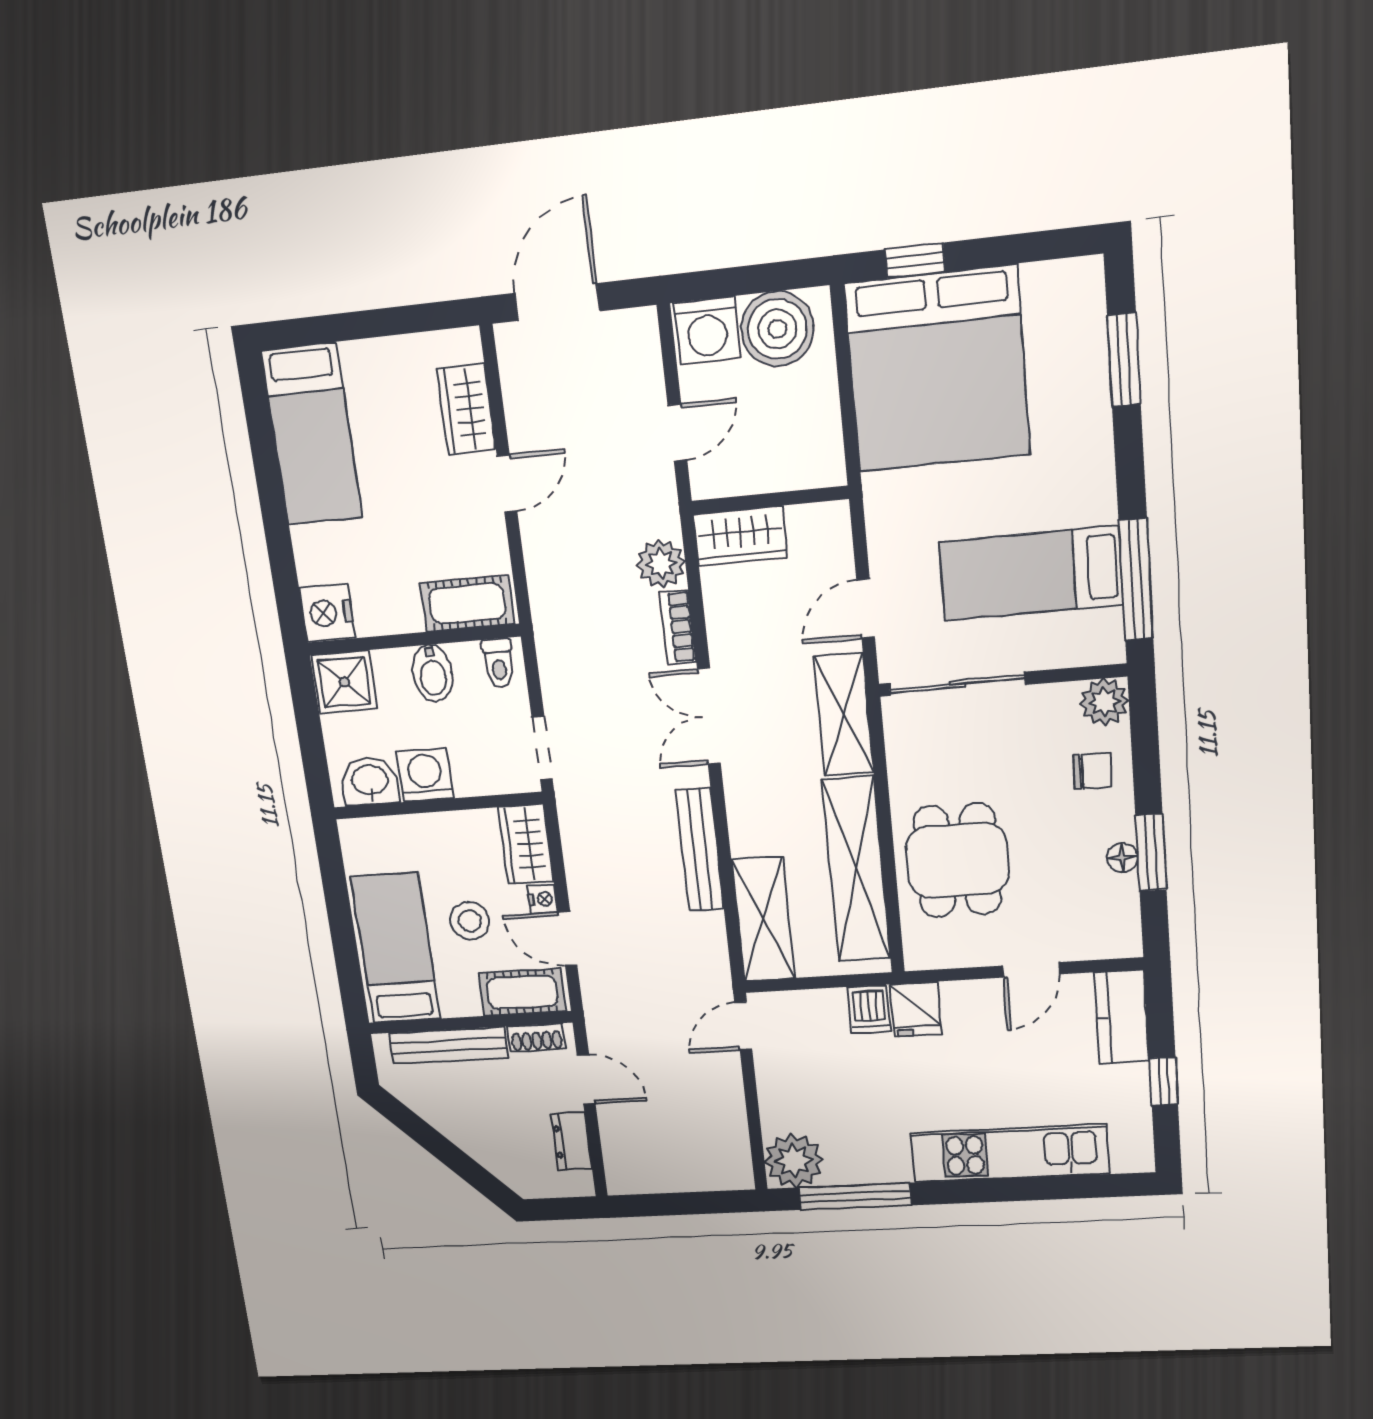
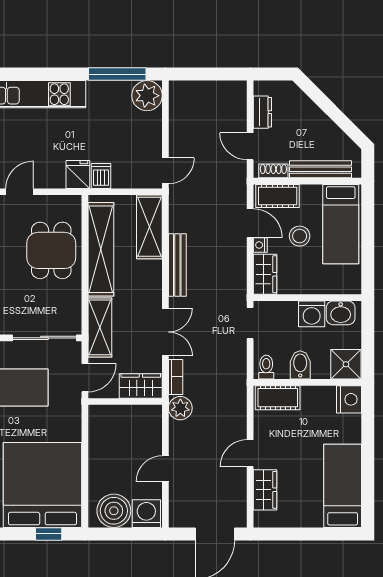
wall: (770, 500) -> (125, 401), moved
wardrobe: (740, 536) -> (141, 386), moved

